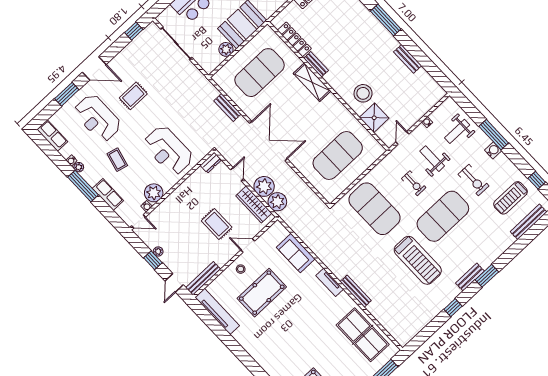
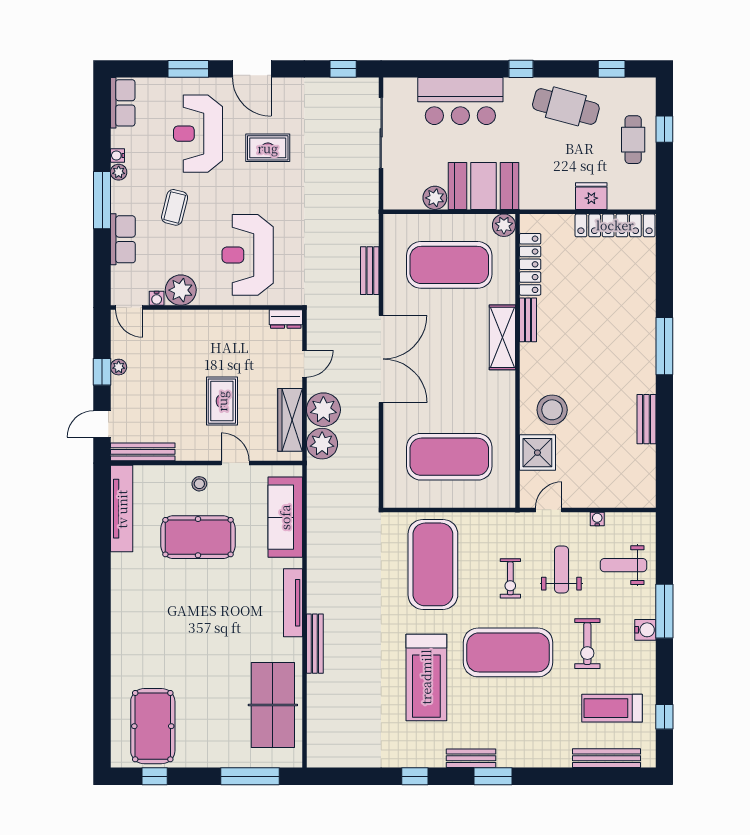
plant: (267, 33) -> (504, 225), added
sofa: (296, 253) -> (285, 517), width x1.36
tv unit: (330, 282) -> (293, 603), width x1.41

